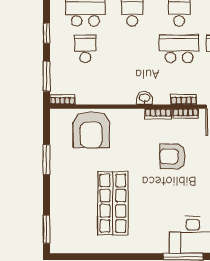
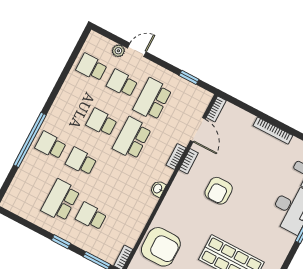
bookcase: (158, 114) -> (177, 184), removed

